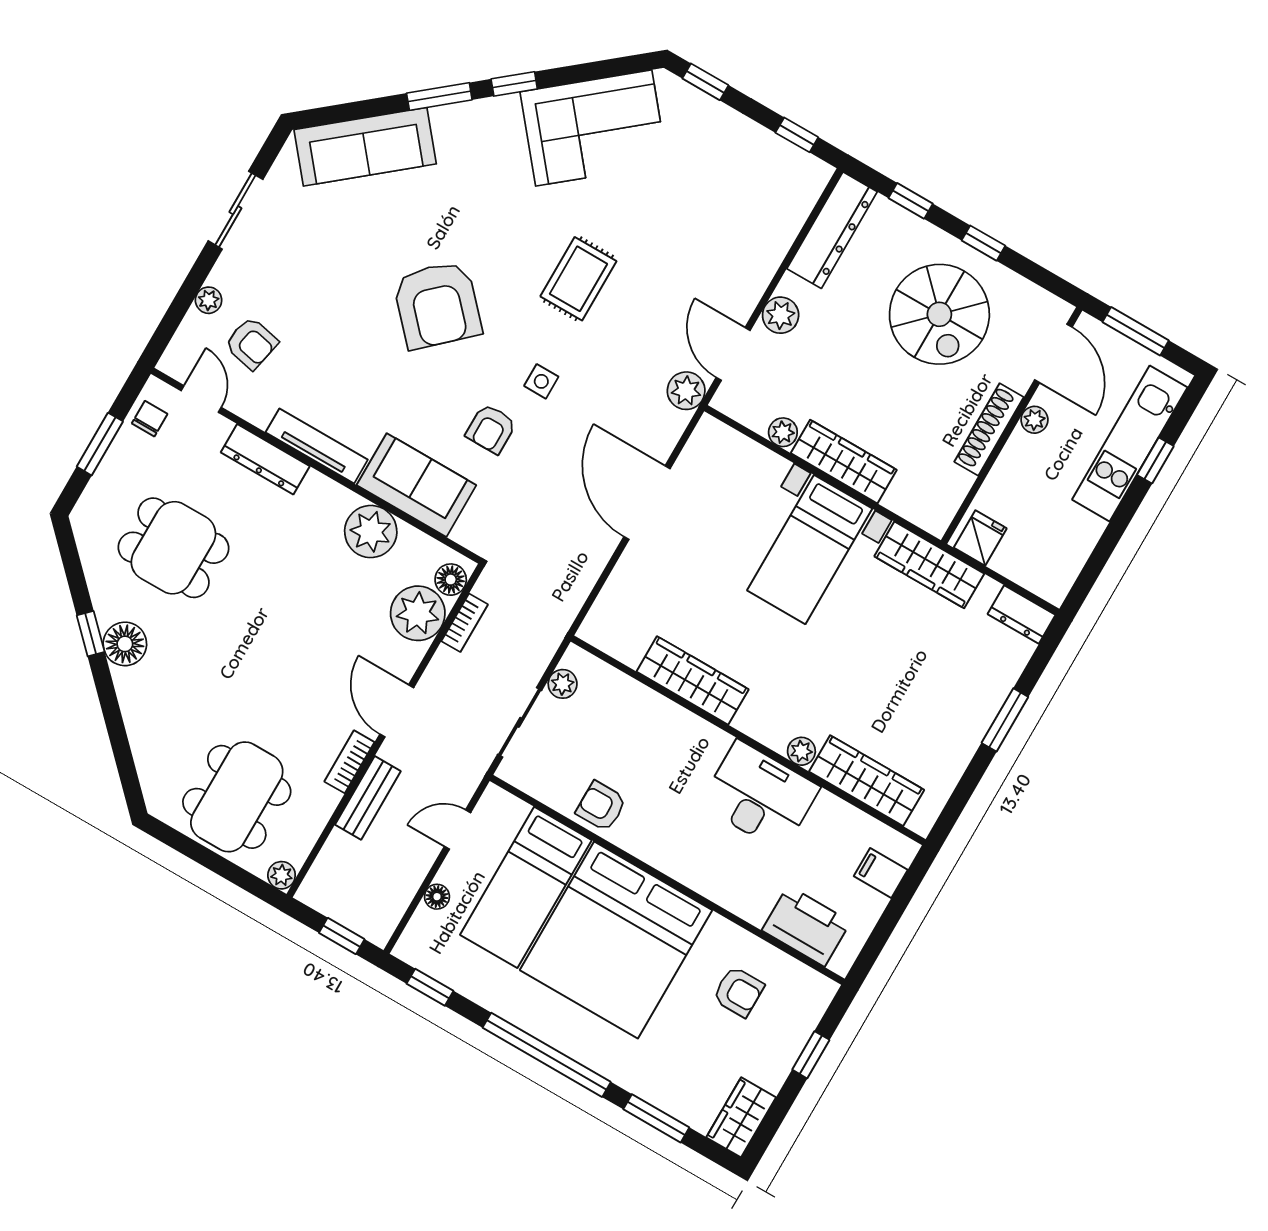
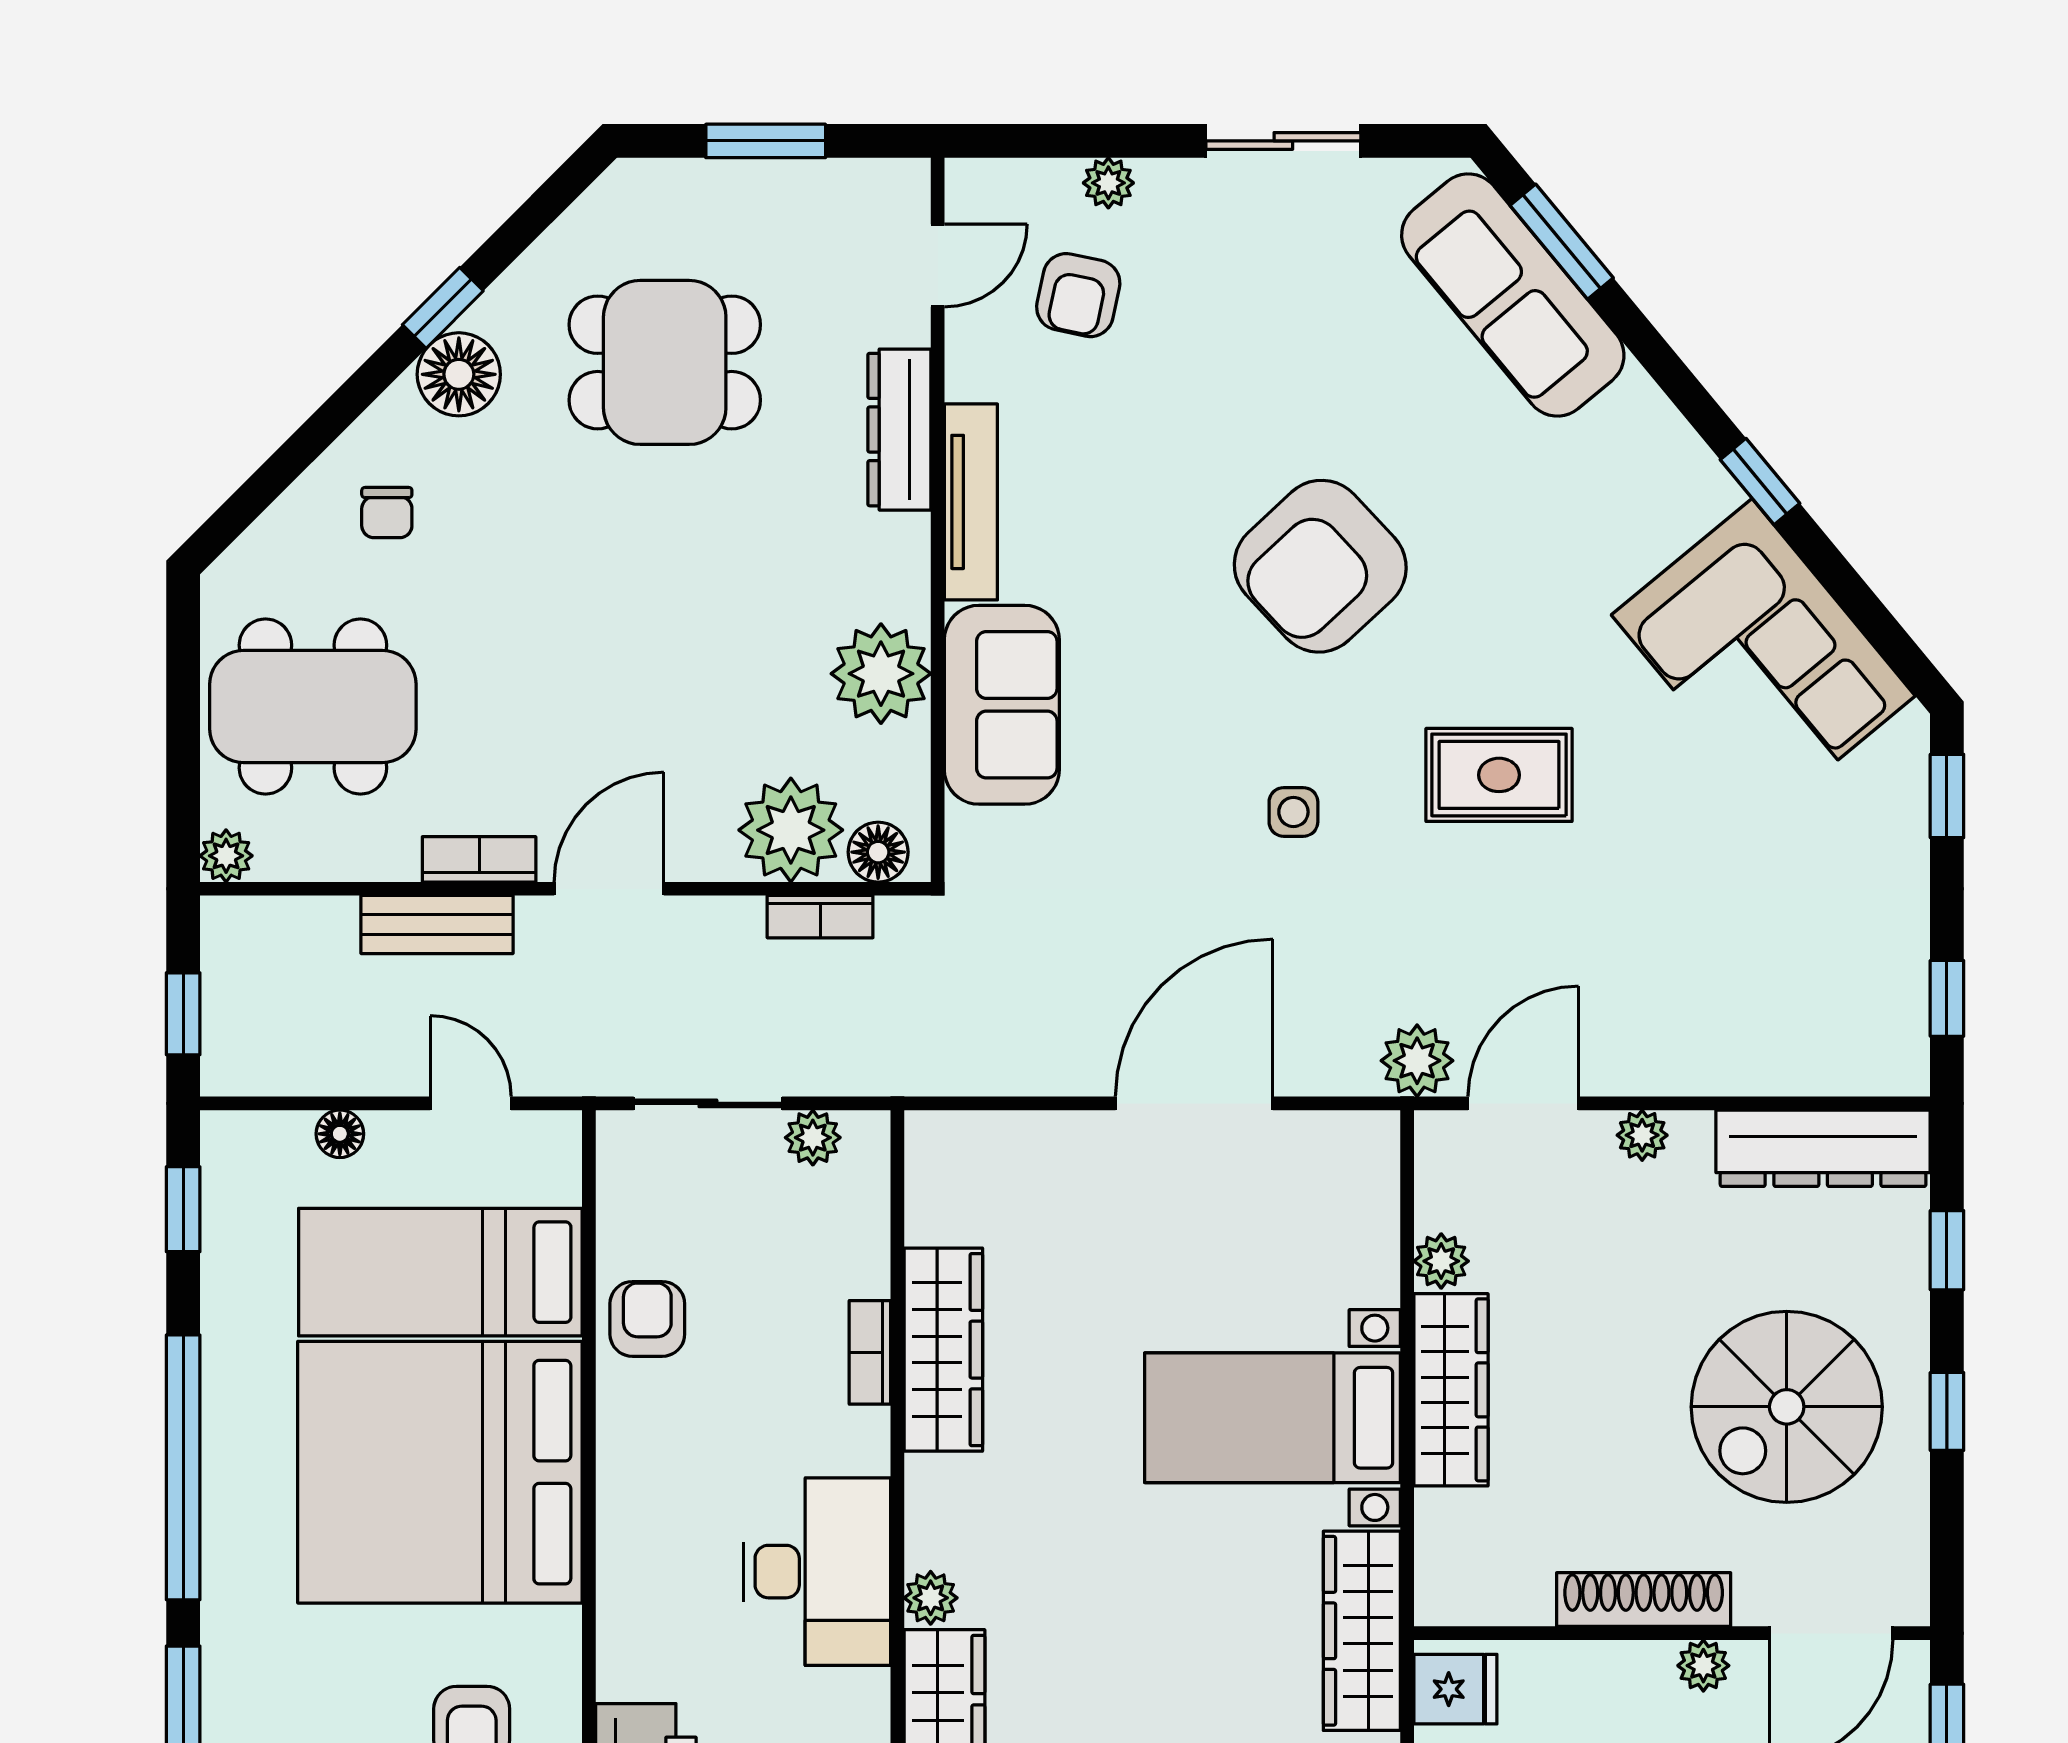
window: (439, 96) -> (1562, 242), moved
plant: (781, 315) -> (1642, 1135), width x0.73, depth x0.73
chair: (150, 419) -> (387, 513), moved, turned 90
armchair: (491, 429) -> (1166, 774), removed
dining table: (173, 548) -> (665, 362), turned 90
bookcase: (675, 714) -> (870, 1352), added

